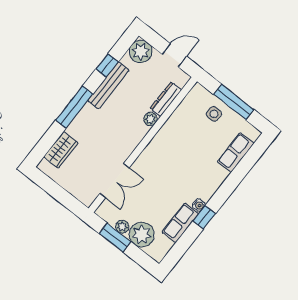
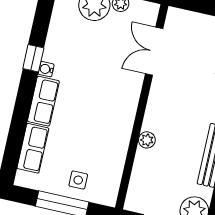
dresser: (166, 99) -> (140, 171), removed
row of seats: (180, 223) -> (43, 101), moved

